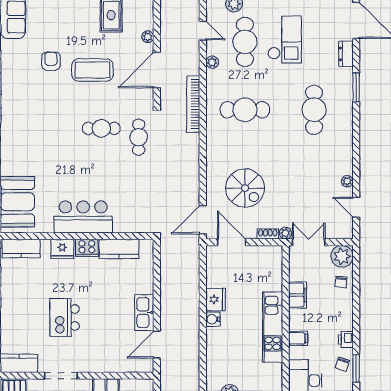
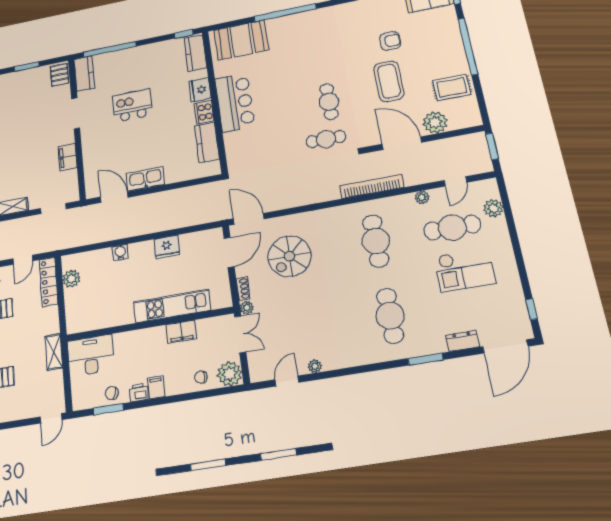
plant: (148, 37) -> (435, 122), width x1.88, depth x1.88
cafe table: (314, 110) -> (390, 316), turned 90
water cooler: (213, 319) -> (120, 253), moved
kitchen unit: (273, 327) -> (172, 306), moved
filing cabinet: (298, 338) -> (156, 387), moved, turned 180

